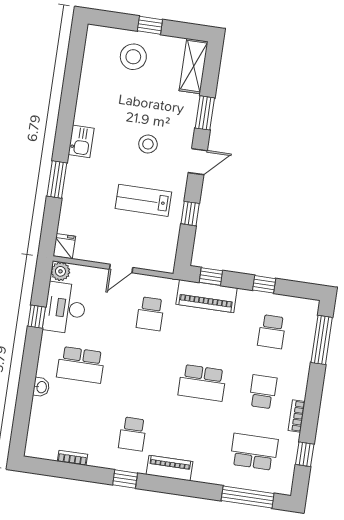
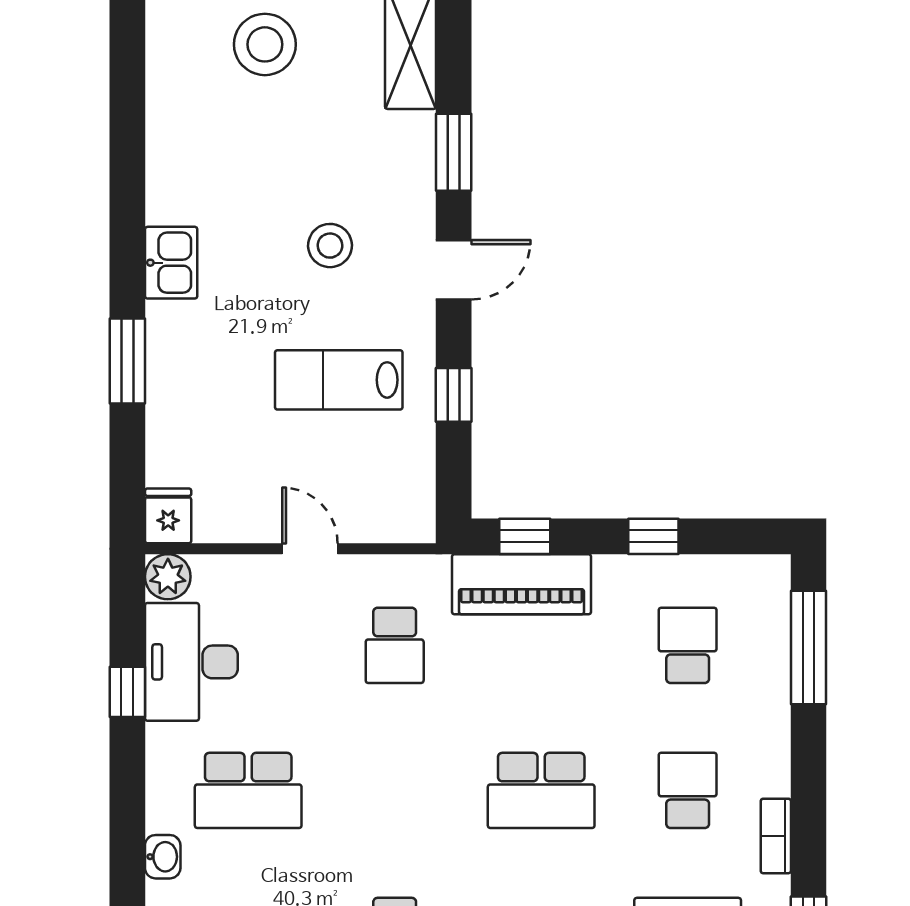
door: (121, 268) -> (310, 549), swing flipped
school desk: (272, 332) -> (688, 645), turned 180

